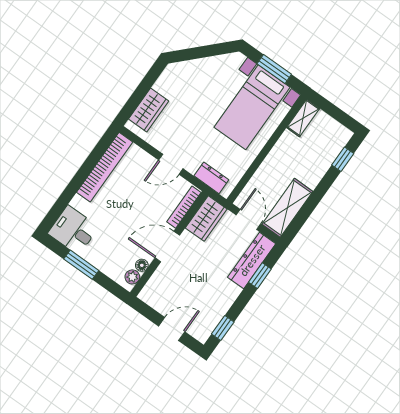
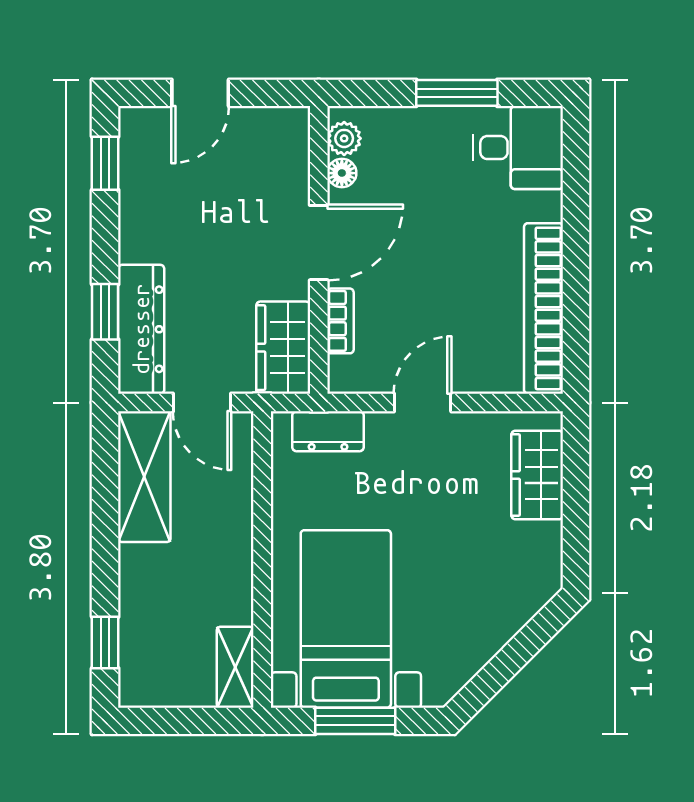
bookcase: (184, 207) -> (340, 321), width x0.64

